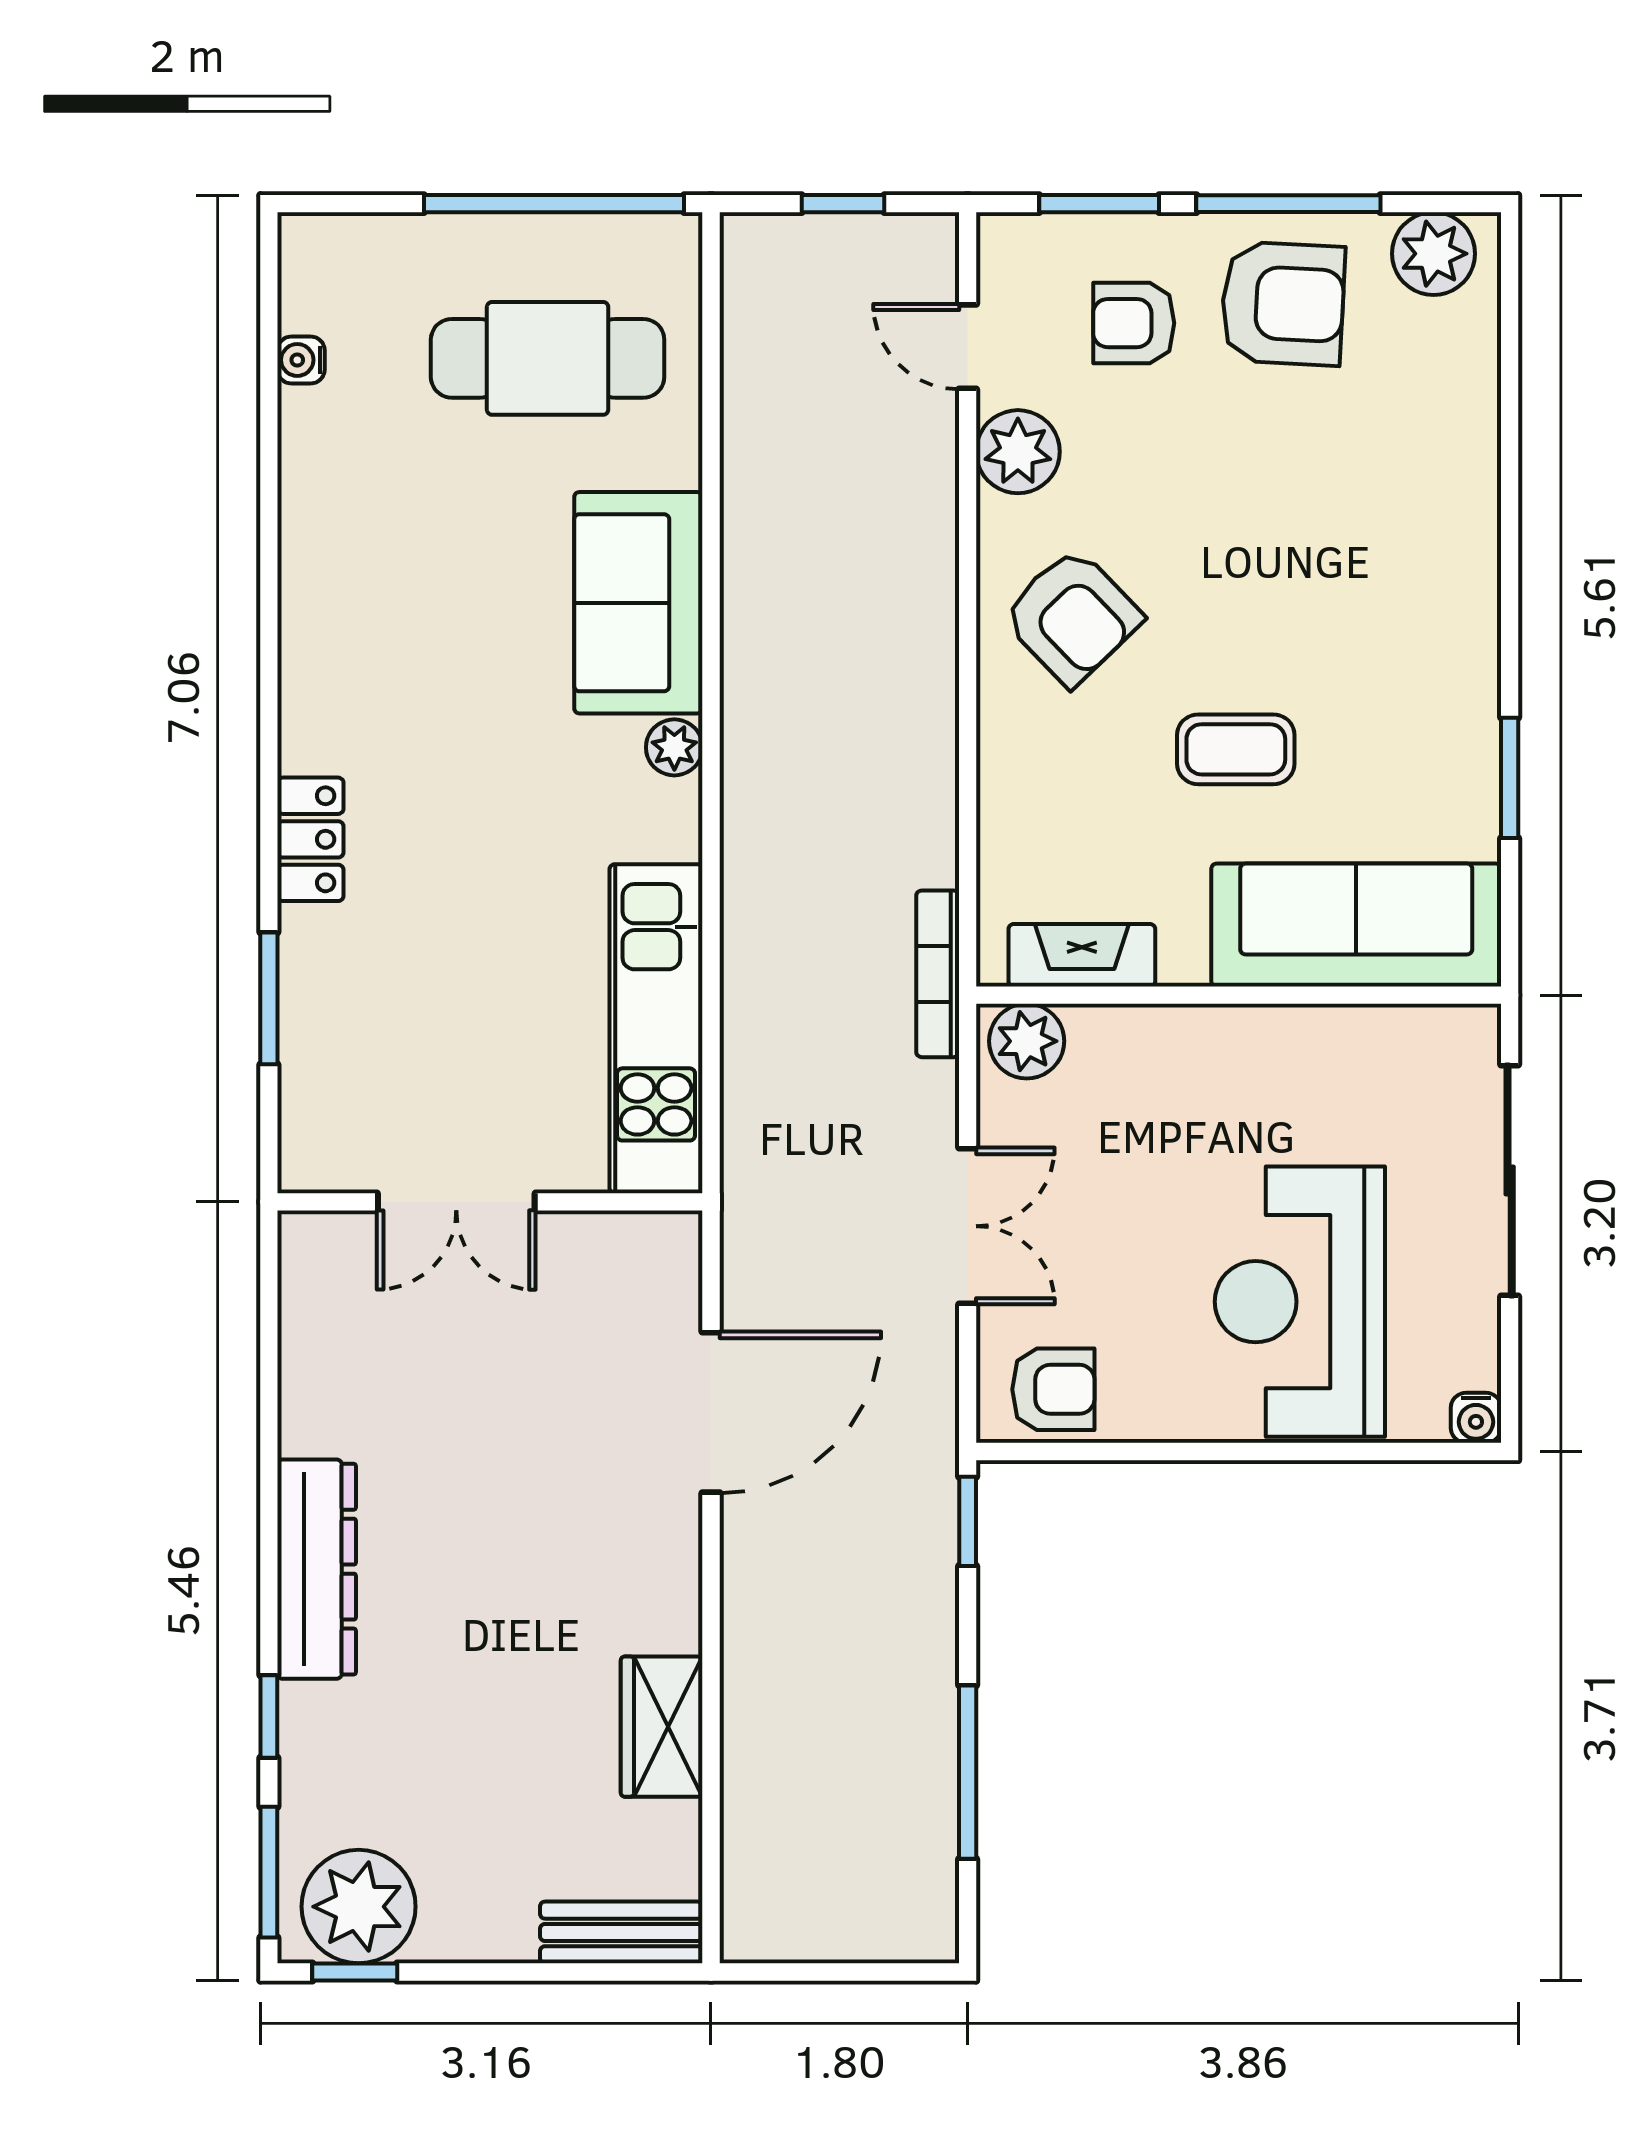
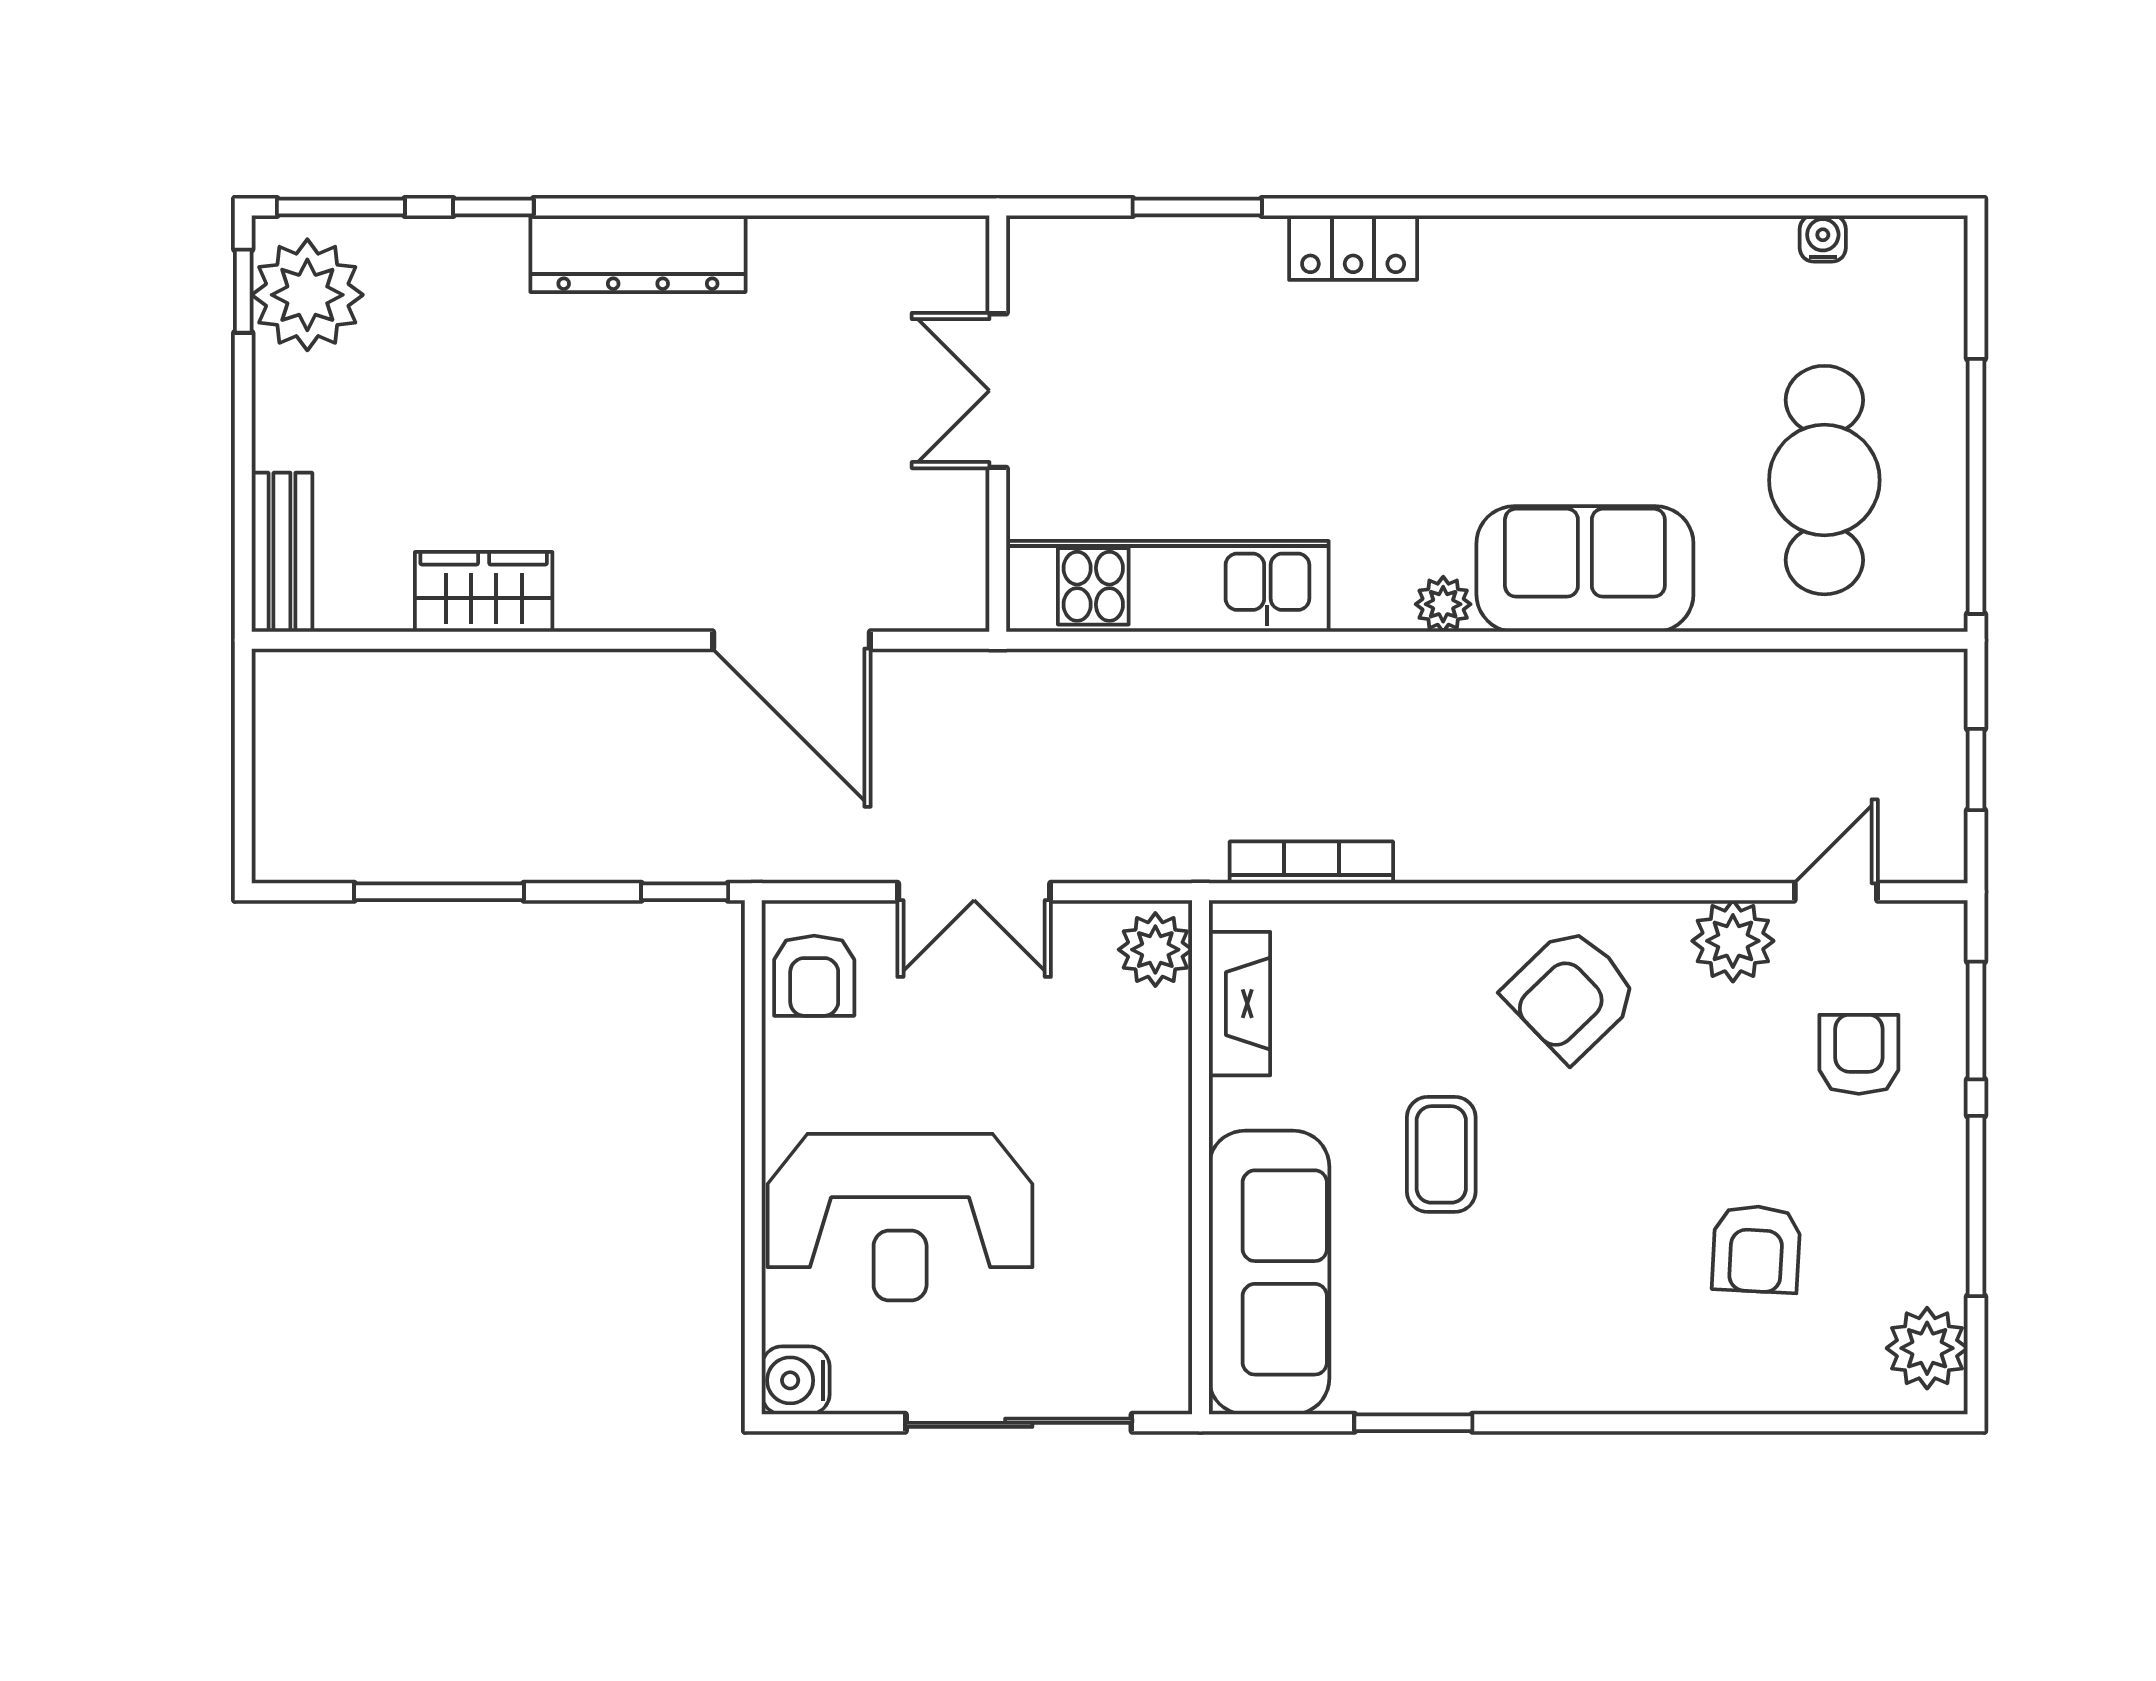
armchair: (1283, 304) -> (1756, 1249), moved, width x0.72, depth x0.72
bookcase: (938, 974) -> (1311, 862), moved
reception desk: (1300, 1302) -> (900, 1217), turned 180
water cooler: (1476, 1418) -> (796, 1380), width x1.38, depth x1.38

